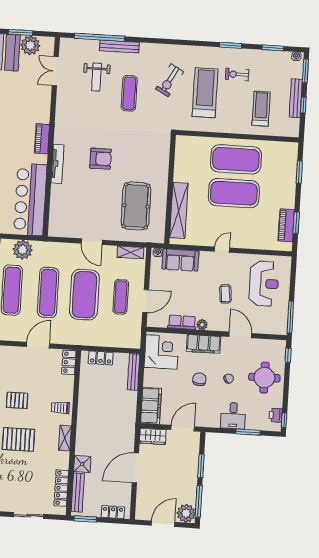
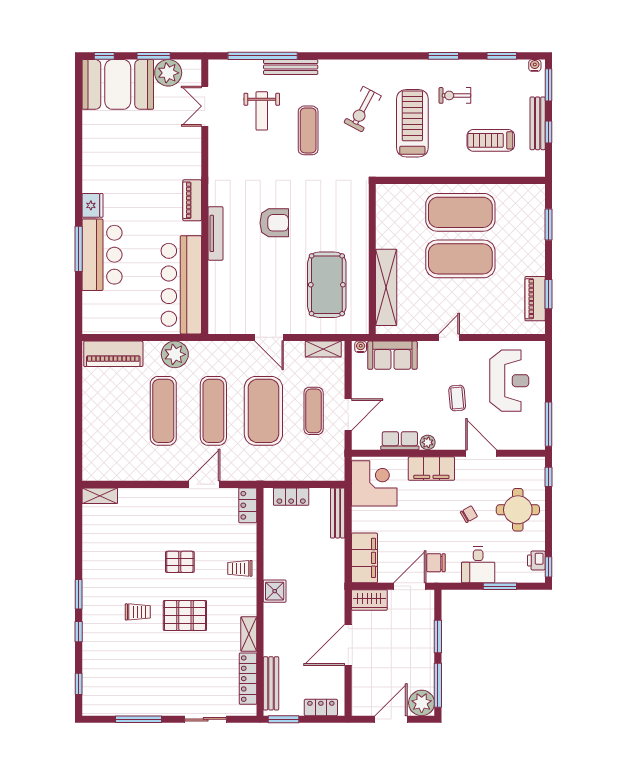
treadmill: (261, 109) -> (491, 140), turned -90
chair: (199, 379) -> (436, 563), moved, turned -95
shelving: (65, 438) -> (249, 634), moved
shower: (82, 464) -> (275, 591), moved

